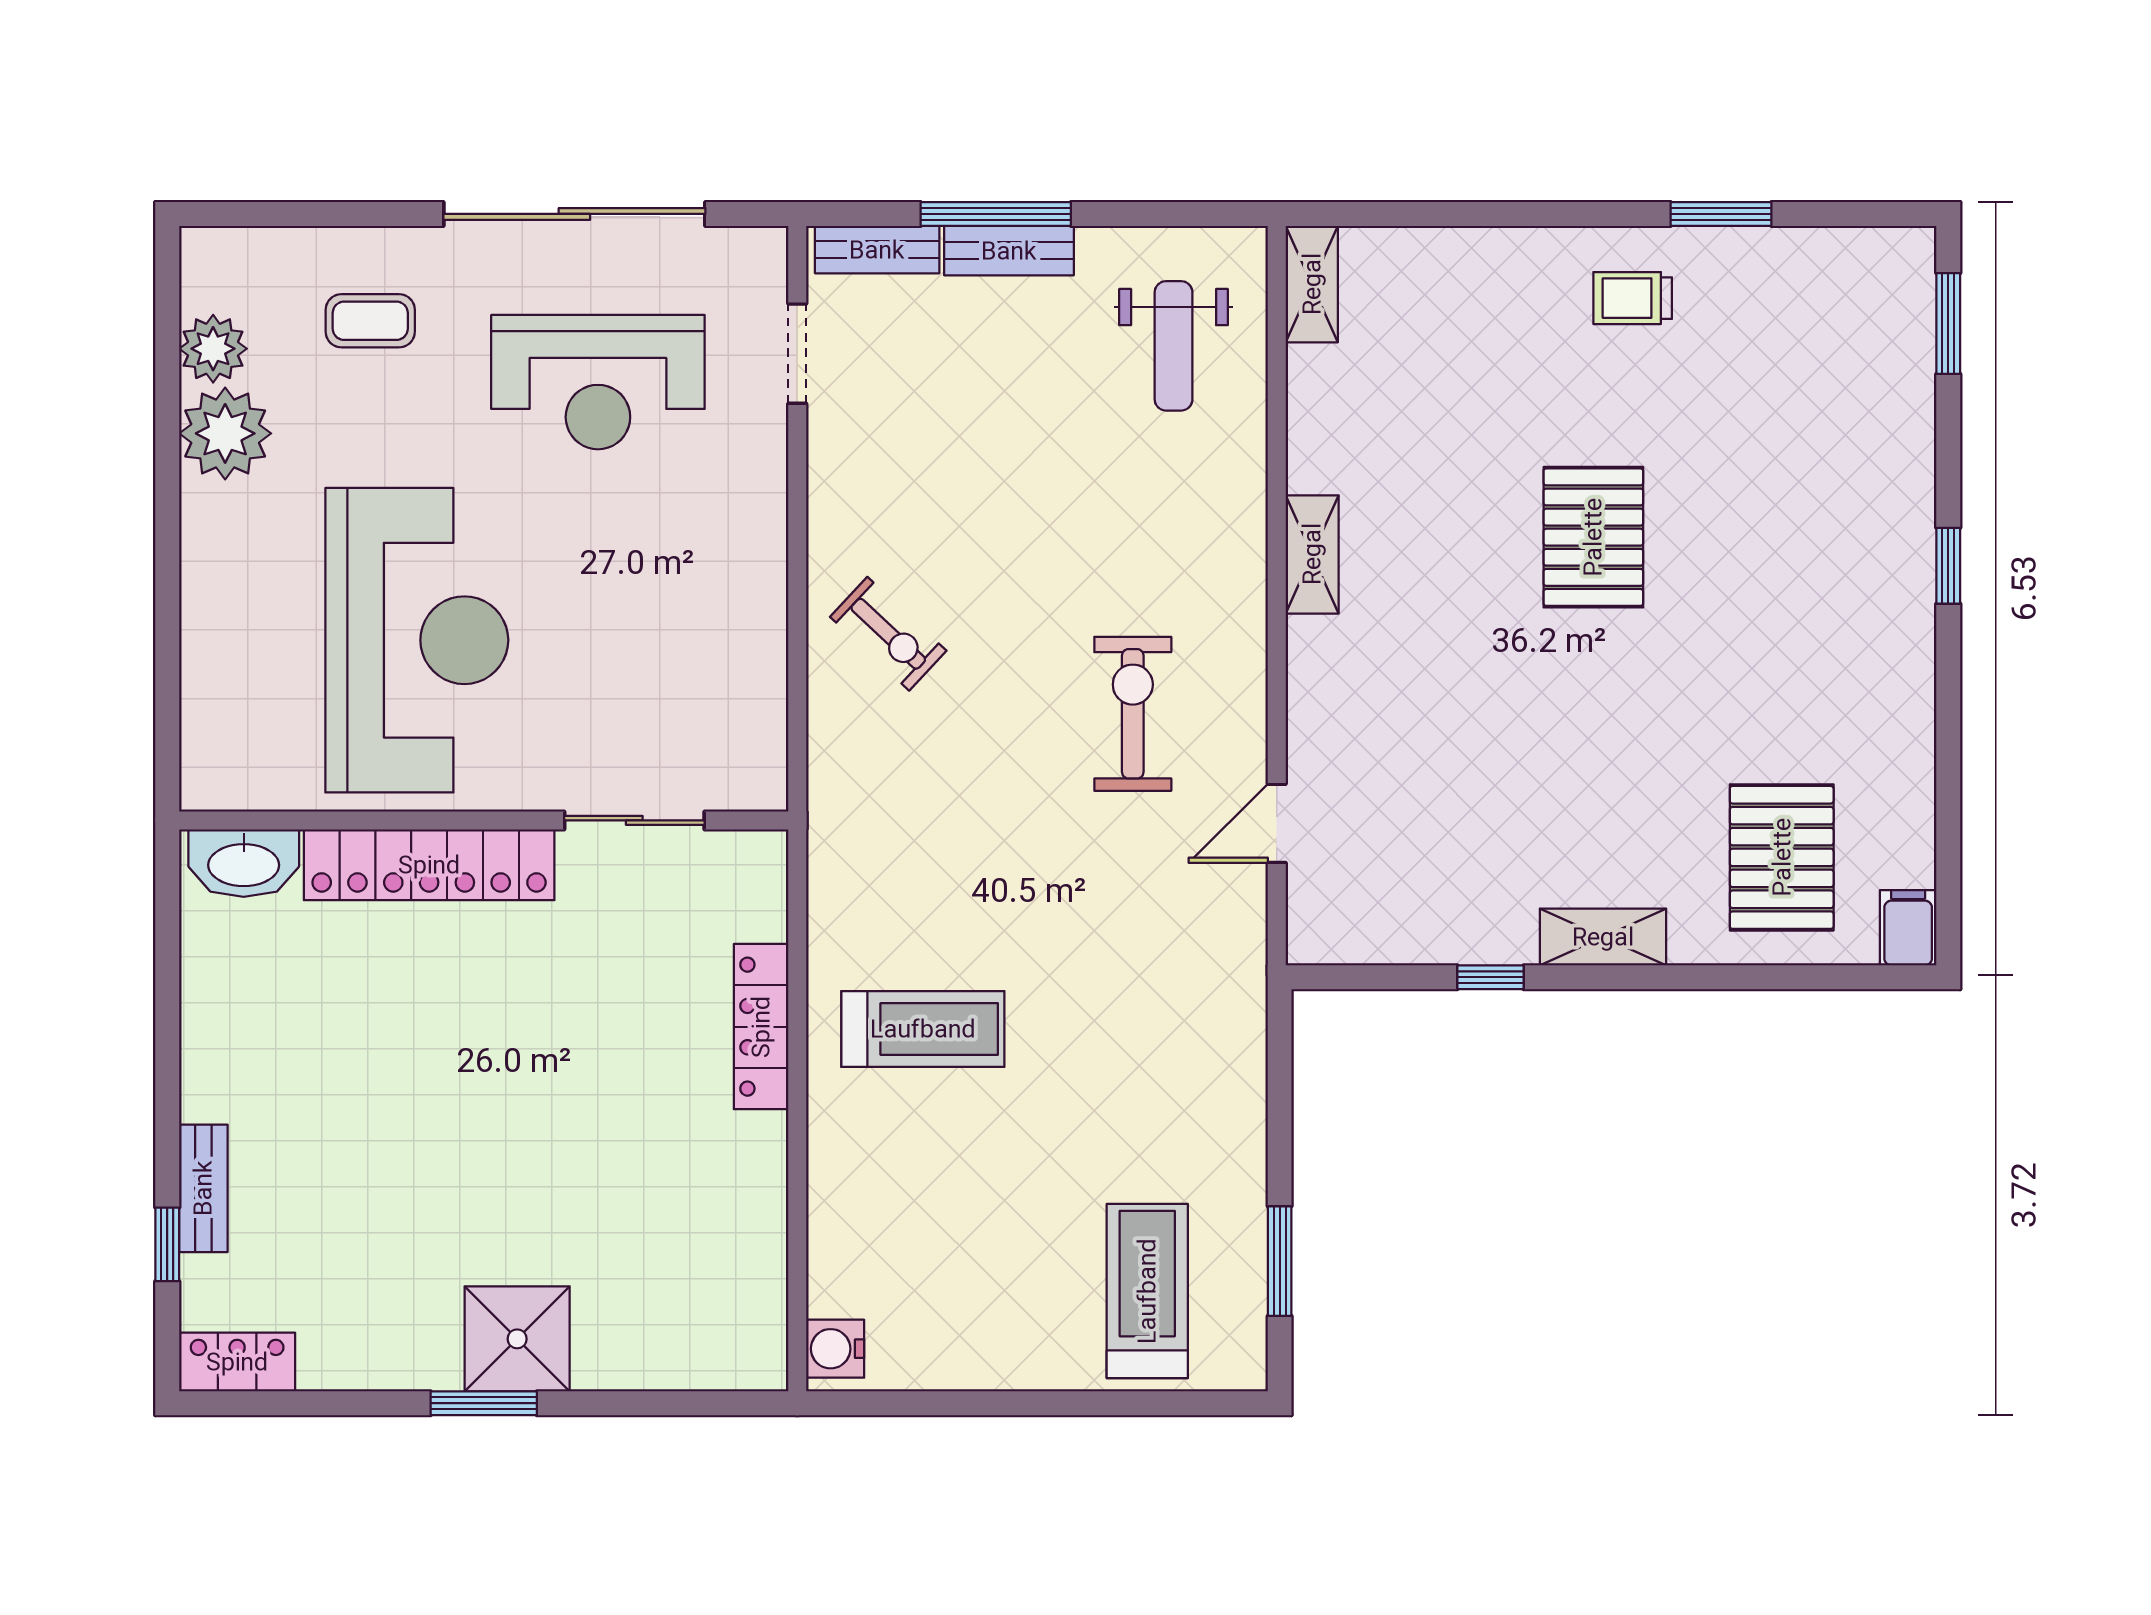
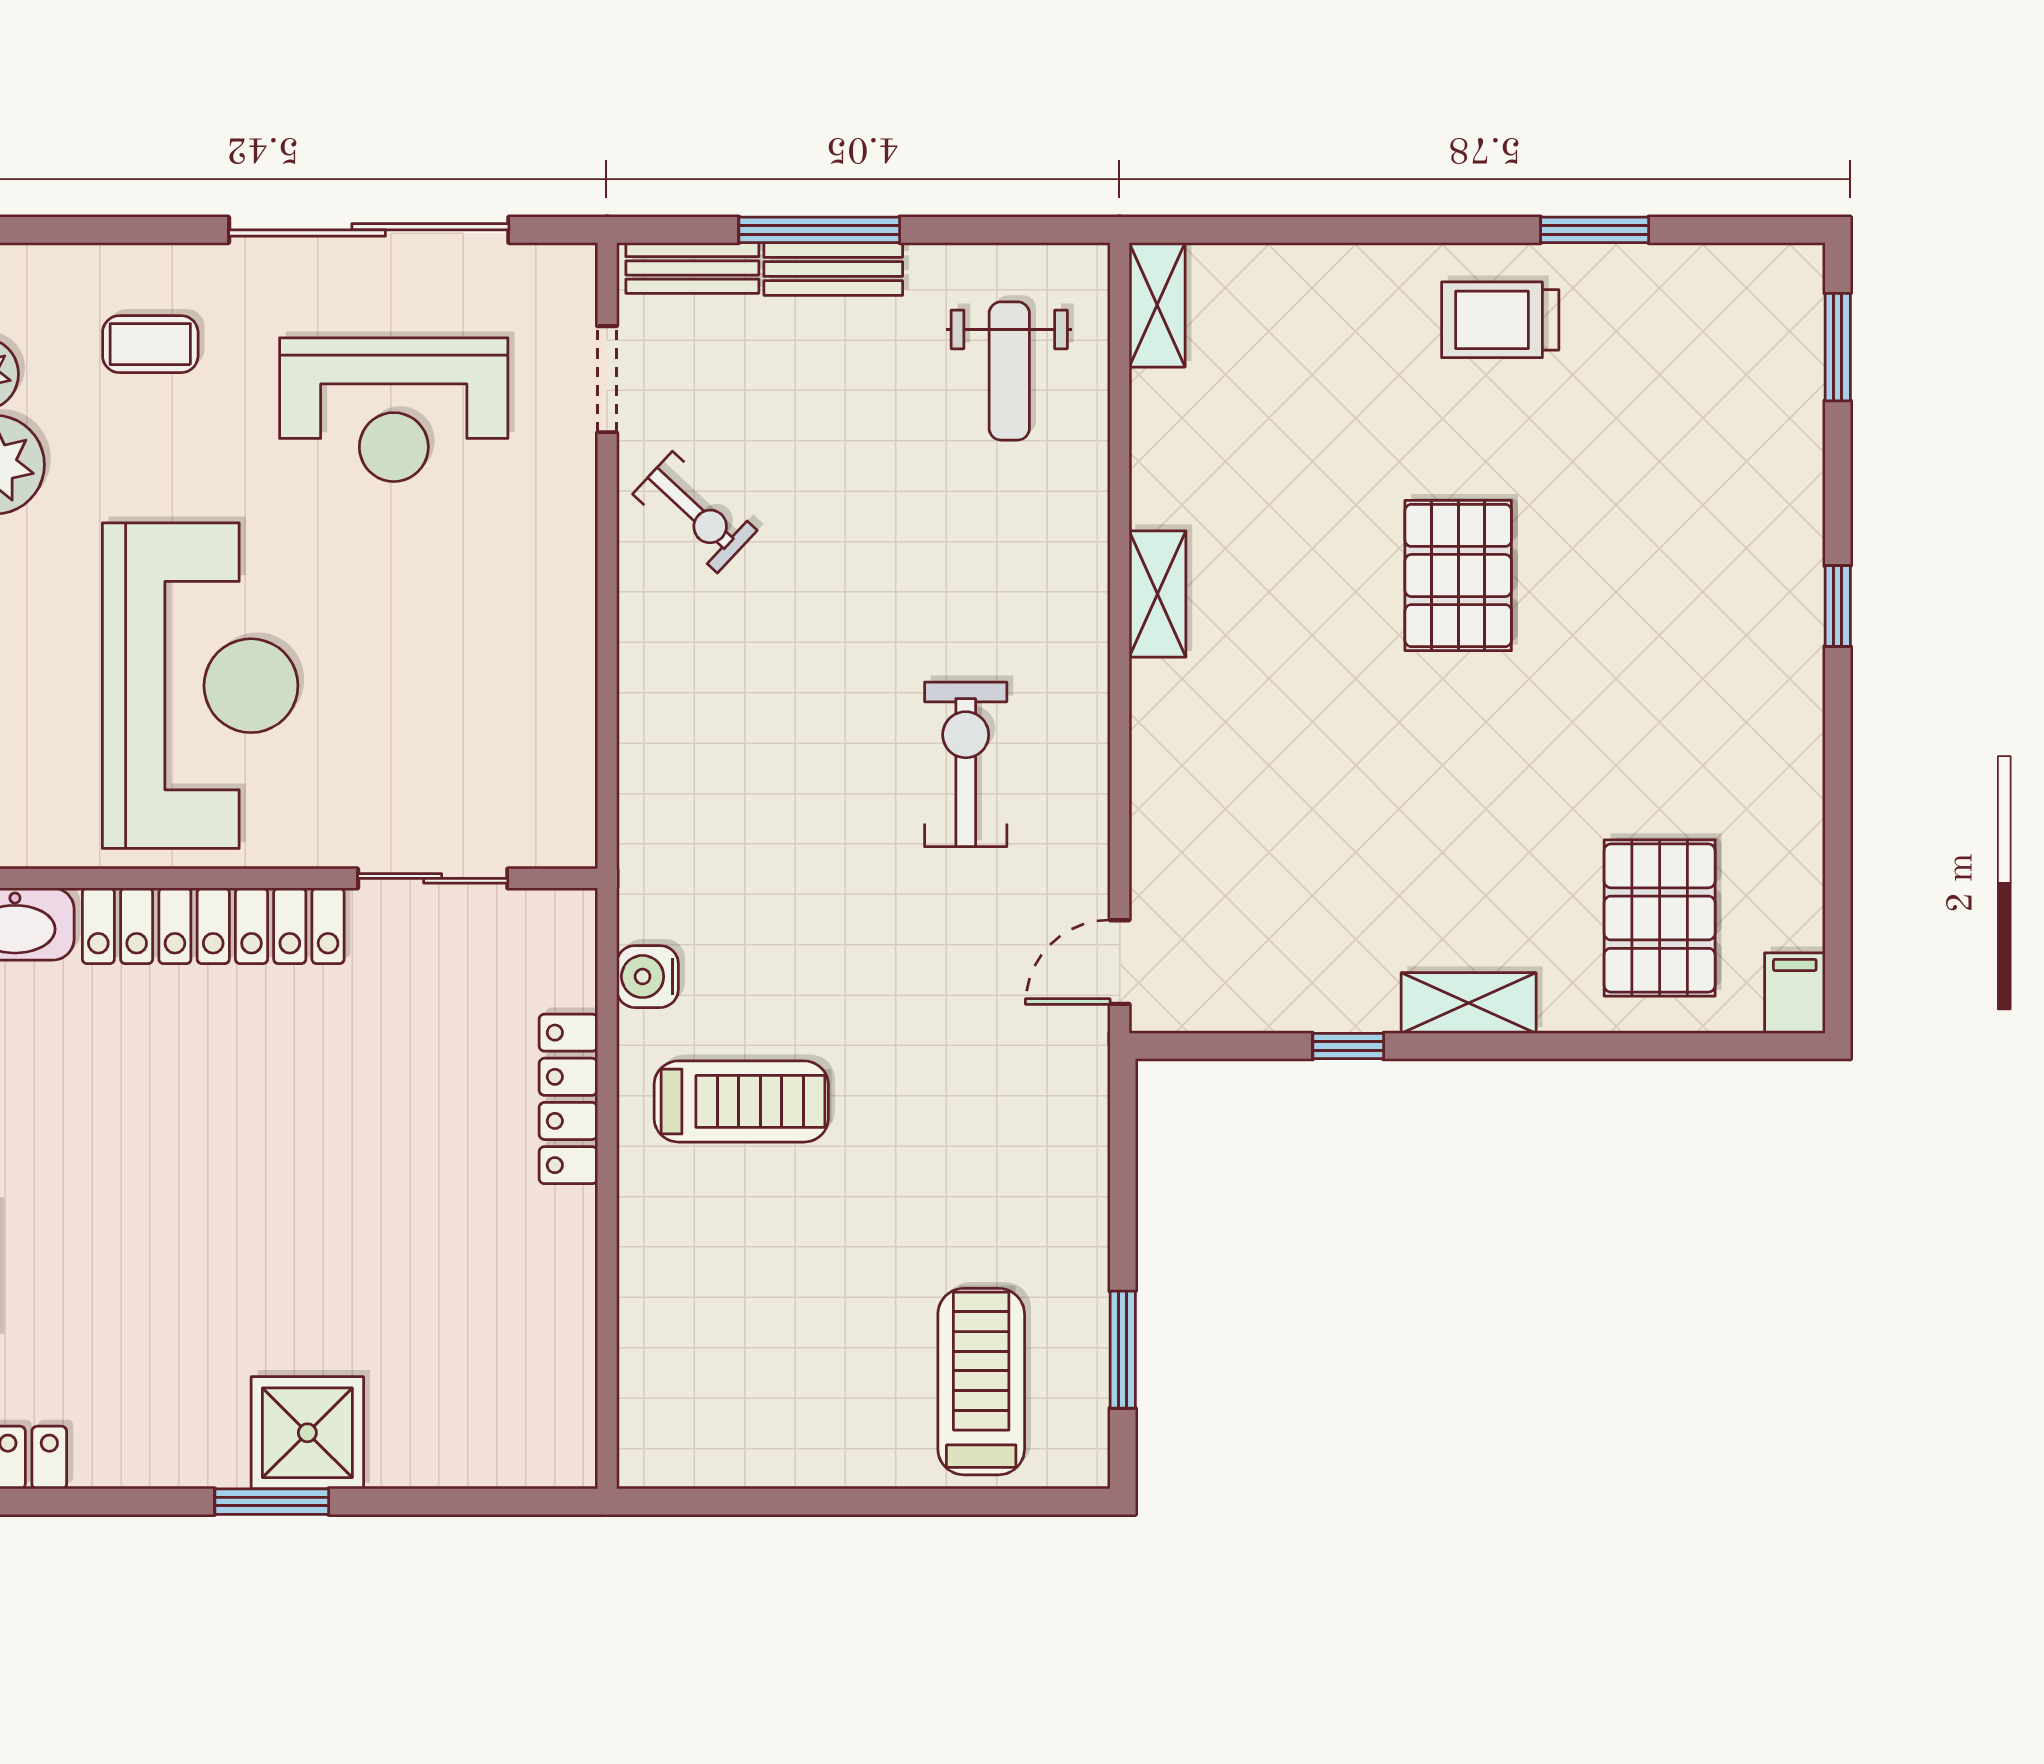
trolley: (1633, 298) -> (1500, 320), width x1.36, depth x1.39
exercise bike: (888, 634) -> (695, 512), moved
door: (1277, 823) -> (1120, 962), moved
water cooler: (835, 1349) -> (647, 977), moved

